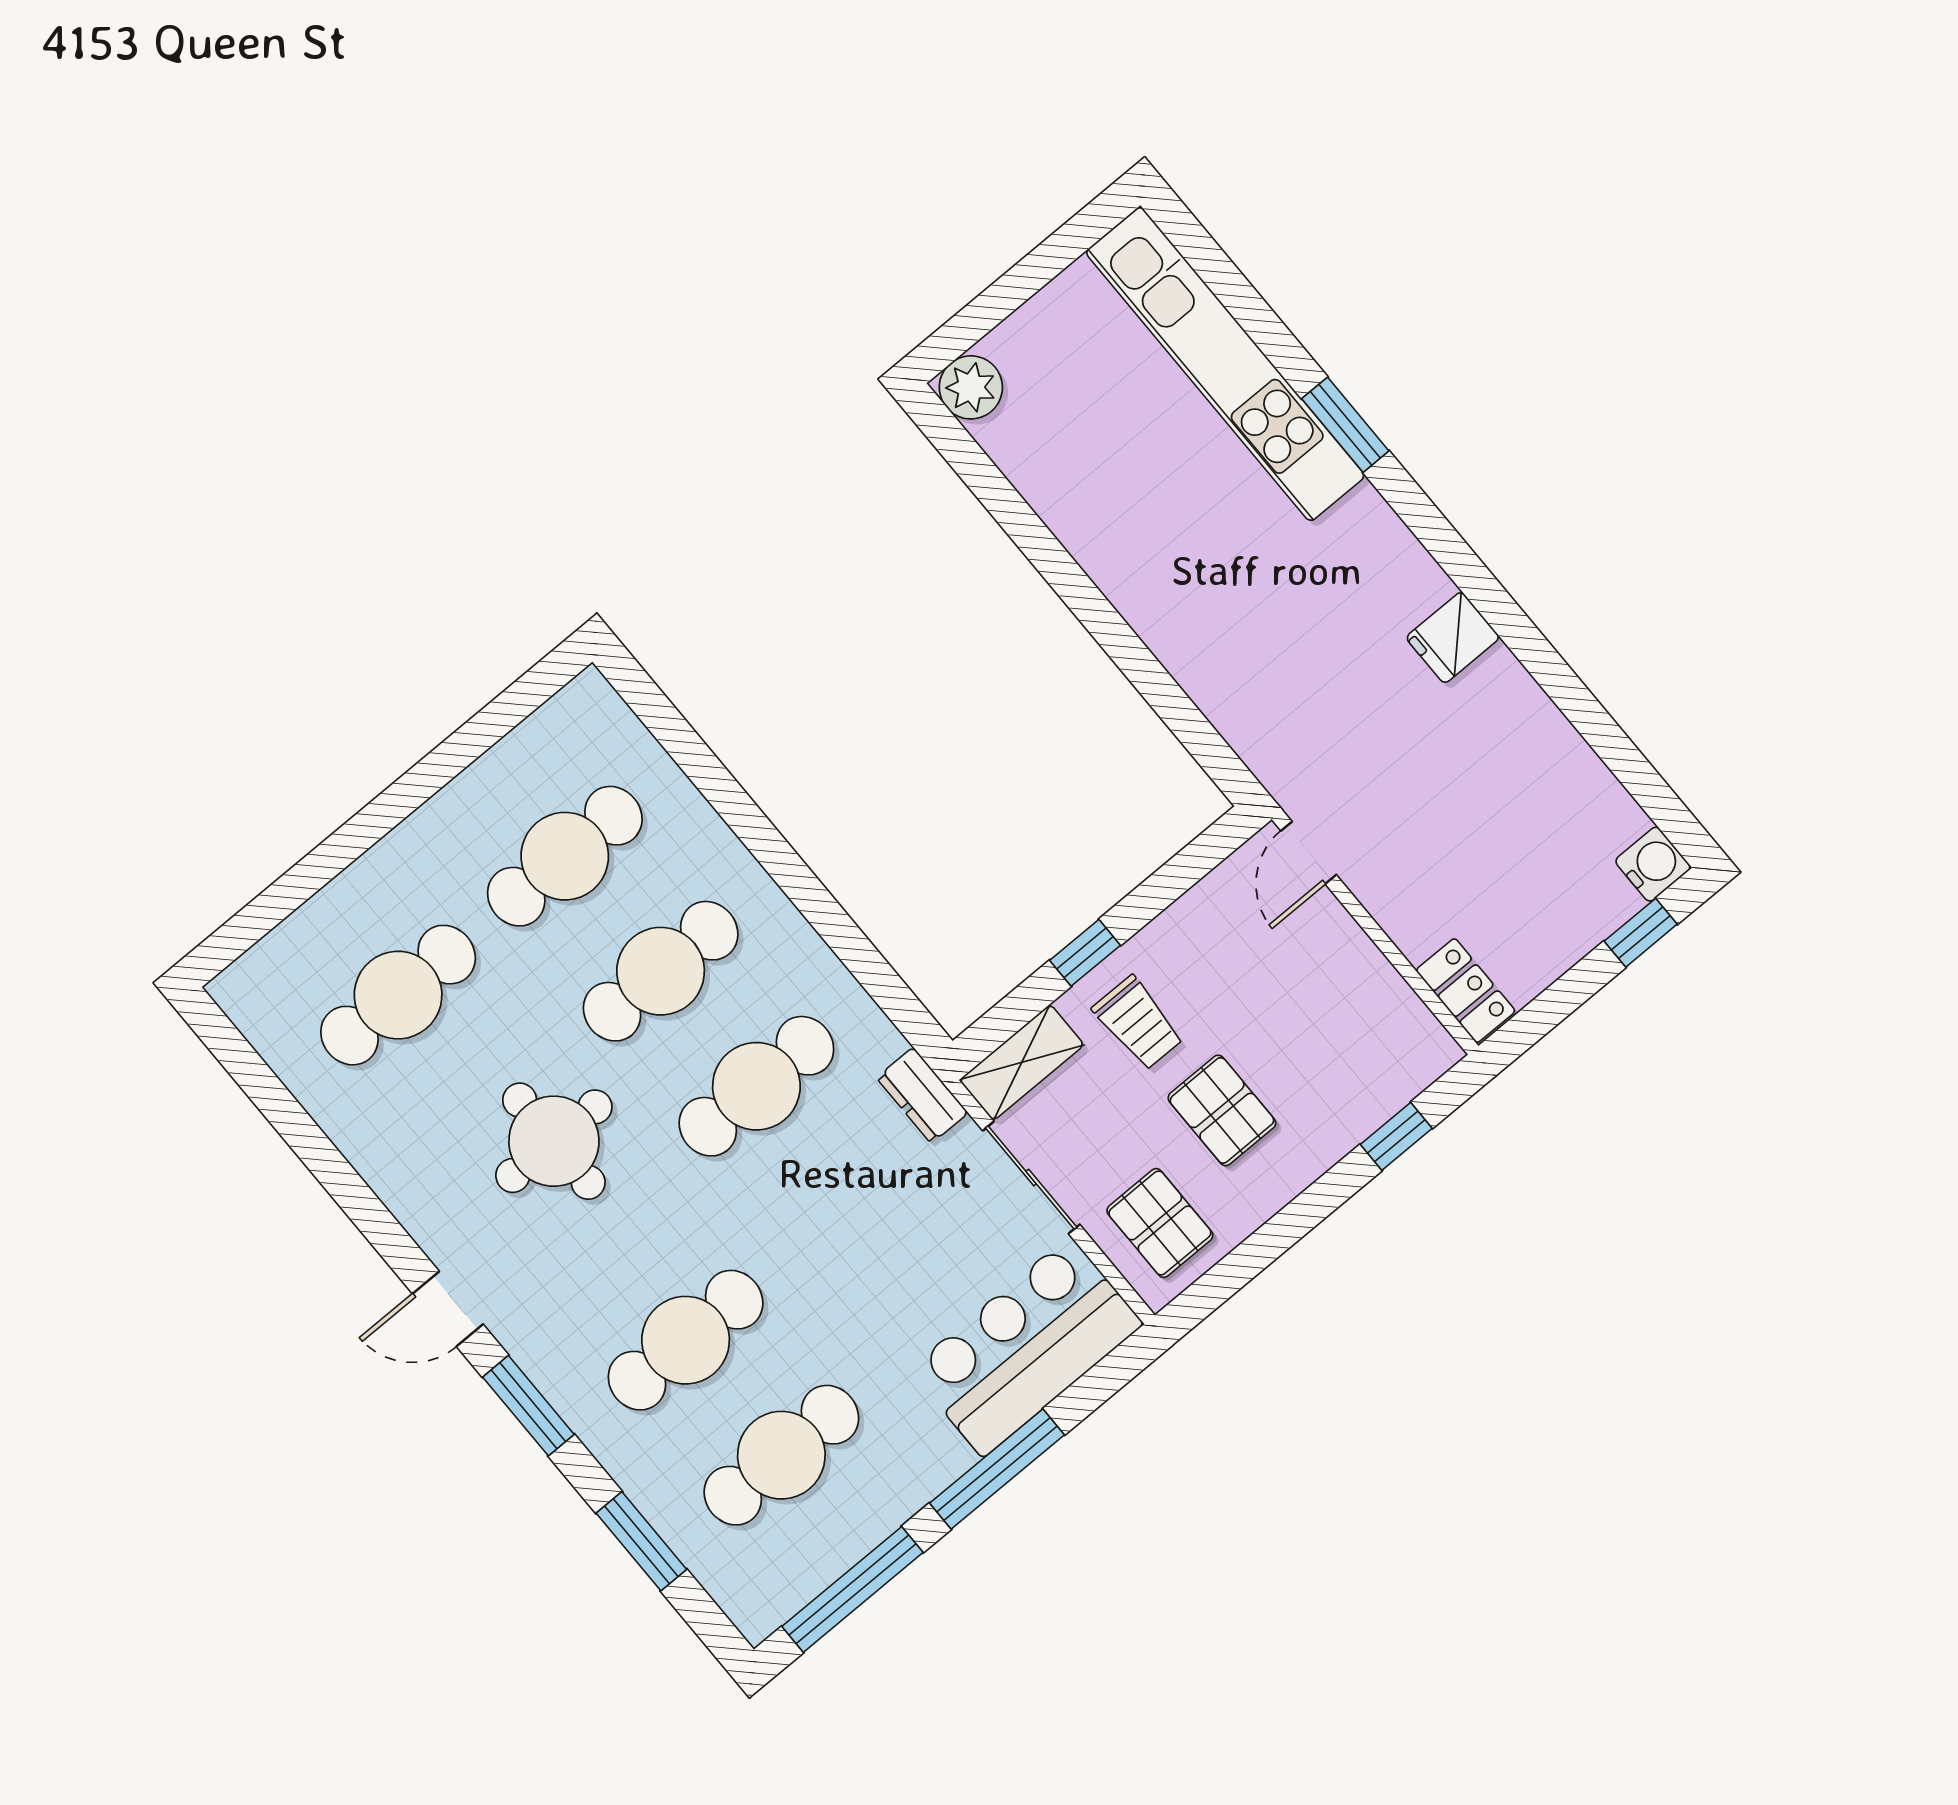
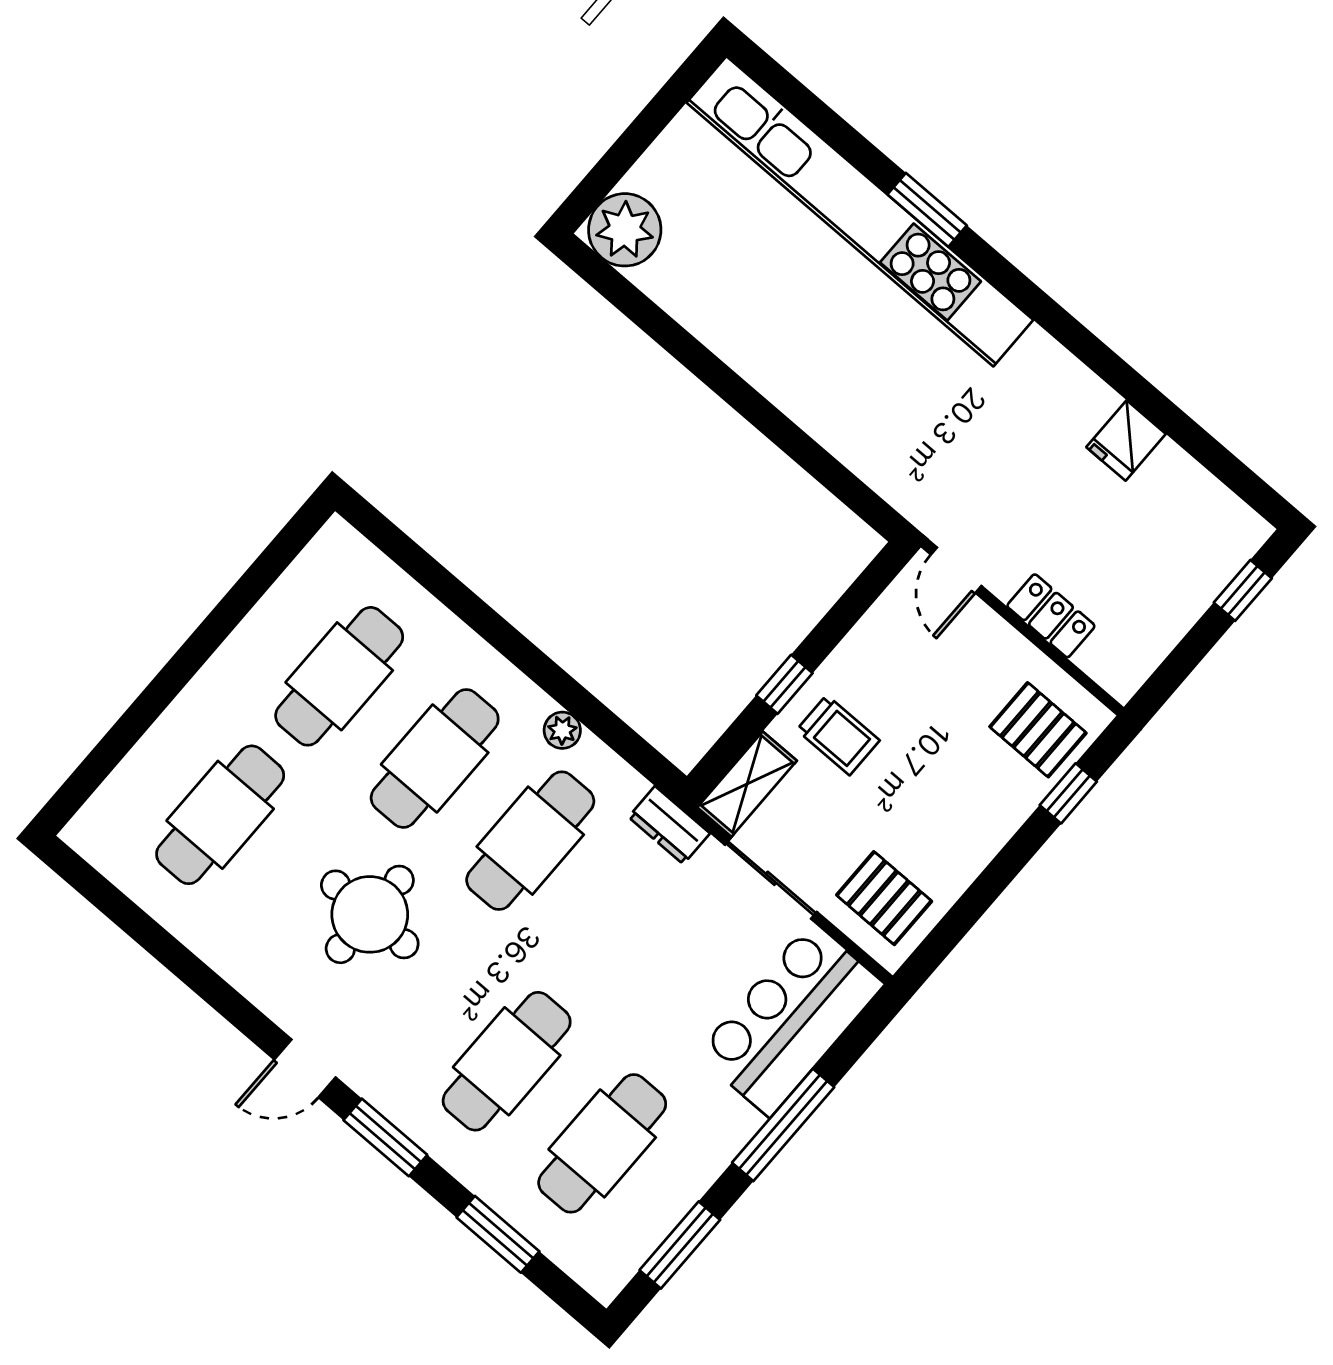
kitchen unit: (1225, 364) -> (860, 211), width x1.36
plant: (971, 387) -> (625, 230), width x1.36, depth x1.36
fridge: (1453, 638) -> (1126, 440), moved
water cooler: (1653, 864) -> (1243, 532), removed
plant: (816, 963) -> (562, 730), added
locker: (1466, 991) -> (1051, 616), moved
pallet: (1222, 1110) -> (1038, 730), moved
window: (852, 1589) -> (680, 1245), width x0.69

